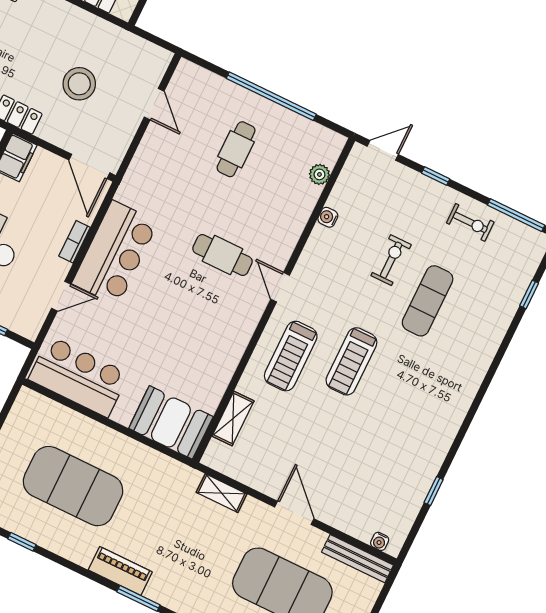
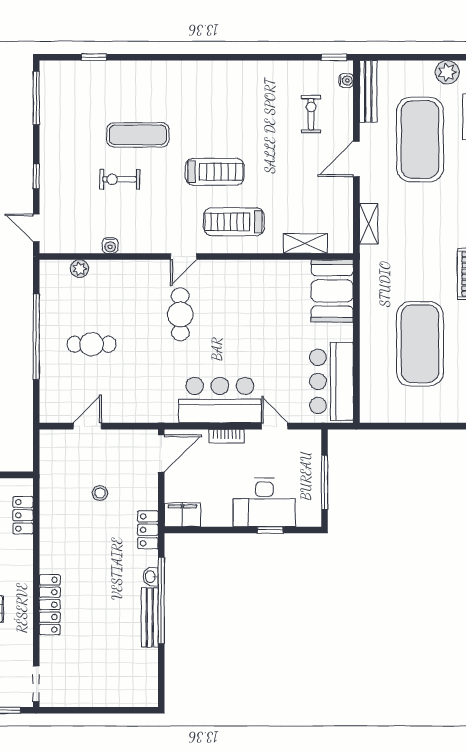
stool: (79, 84) -> (100, 493), width x0.53, depth x0.53
exercise bike: (470, 222) -> (311, 114), moved
treadmill: (291, 356) -> (234, 222), turned 180
window: (434, 491) -> (334, 57), moved

